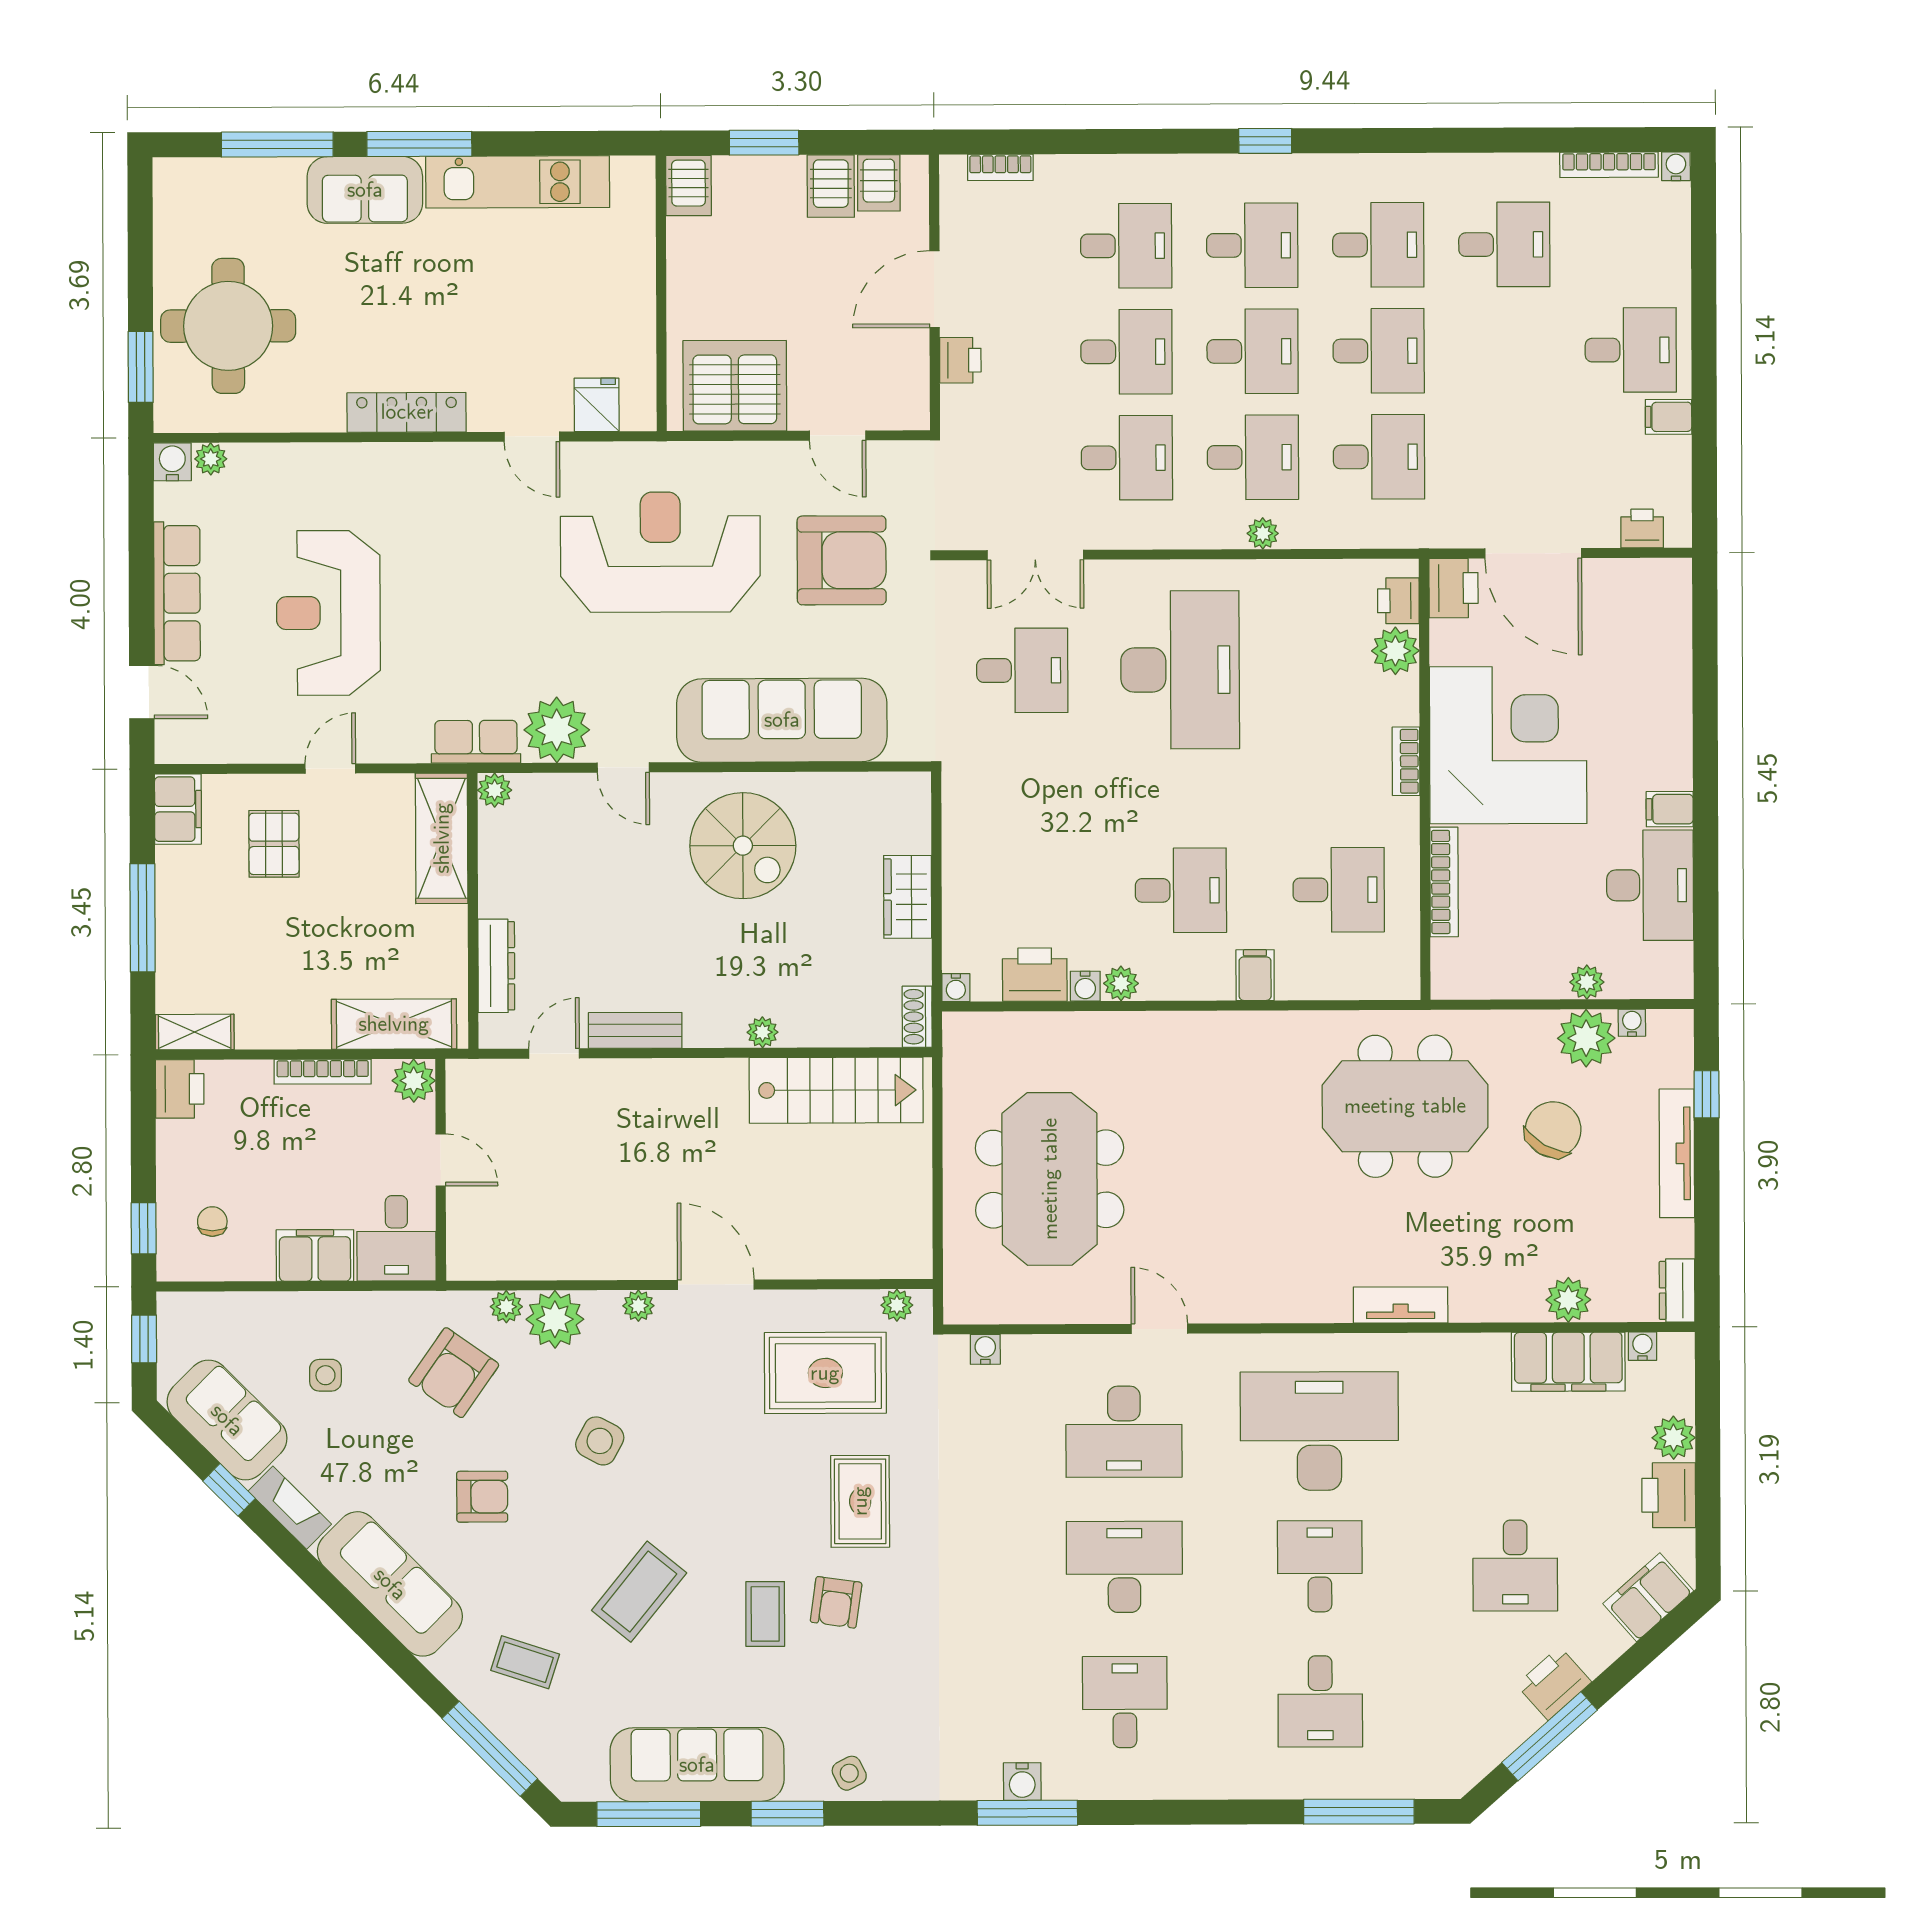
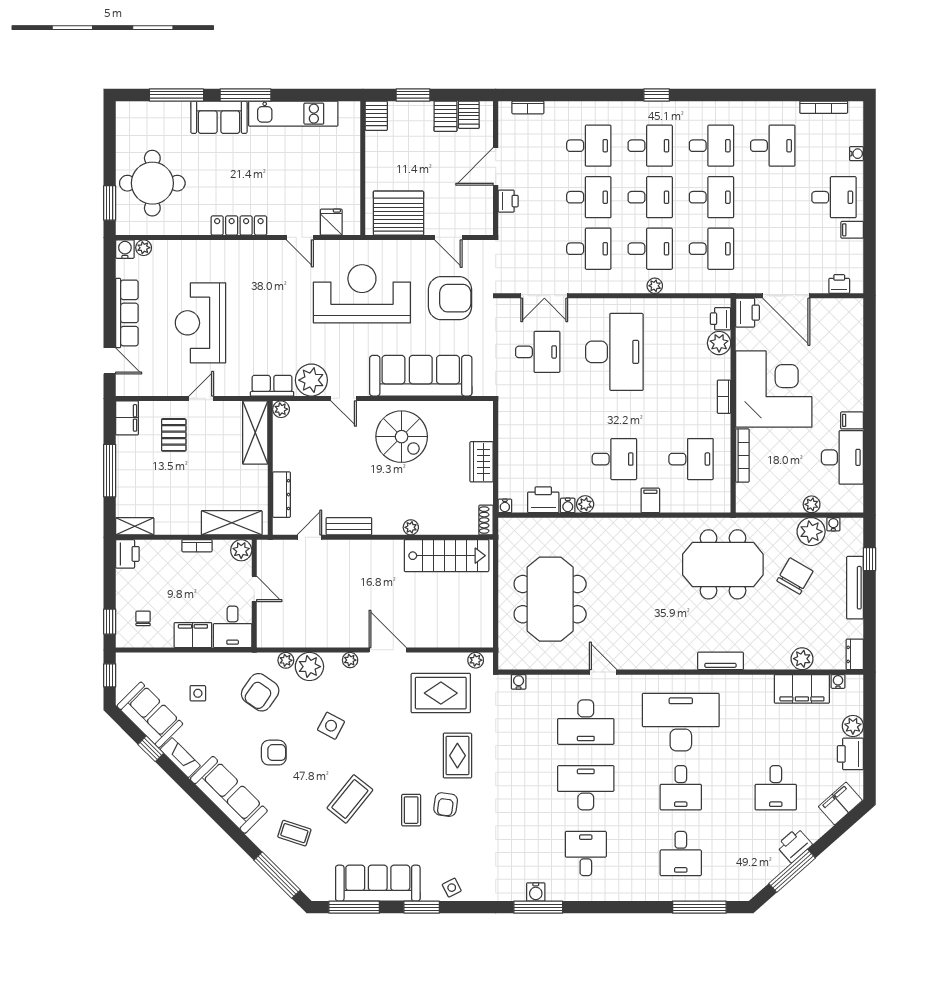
water cooler: (1676, 166) -> (857, 154), moved, turned 90
bookcase: (323, 1072) -> (197, 546), width x0.64
desk: (1320, 1566) -> (681, 788), turned 180

